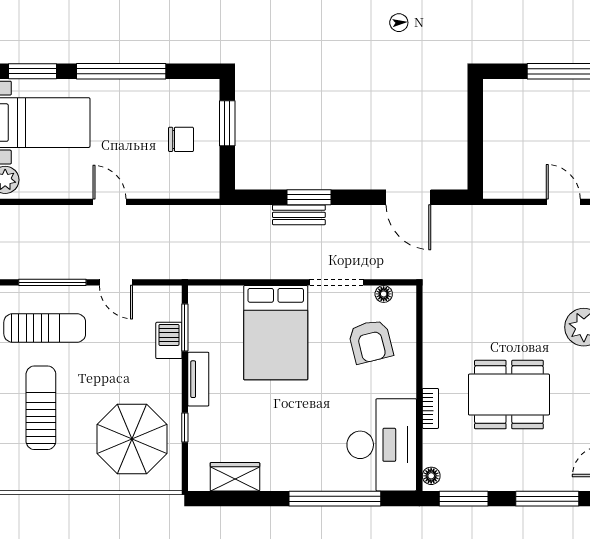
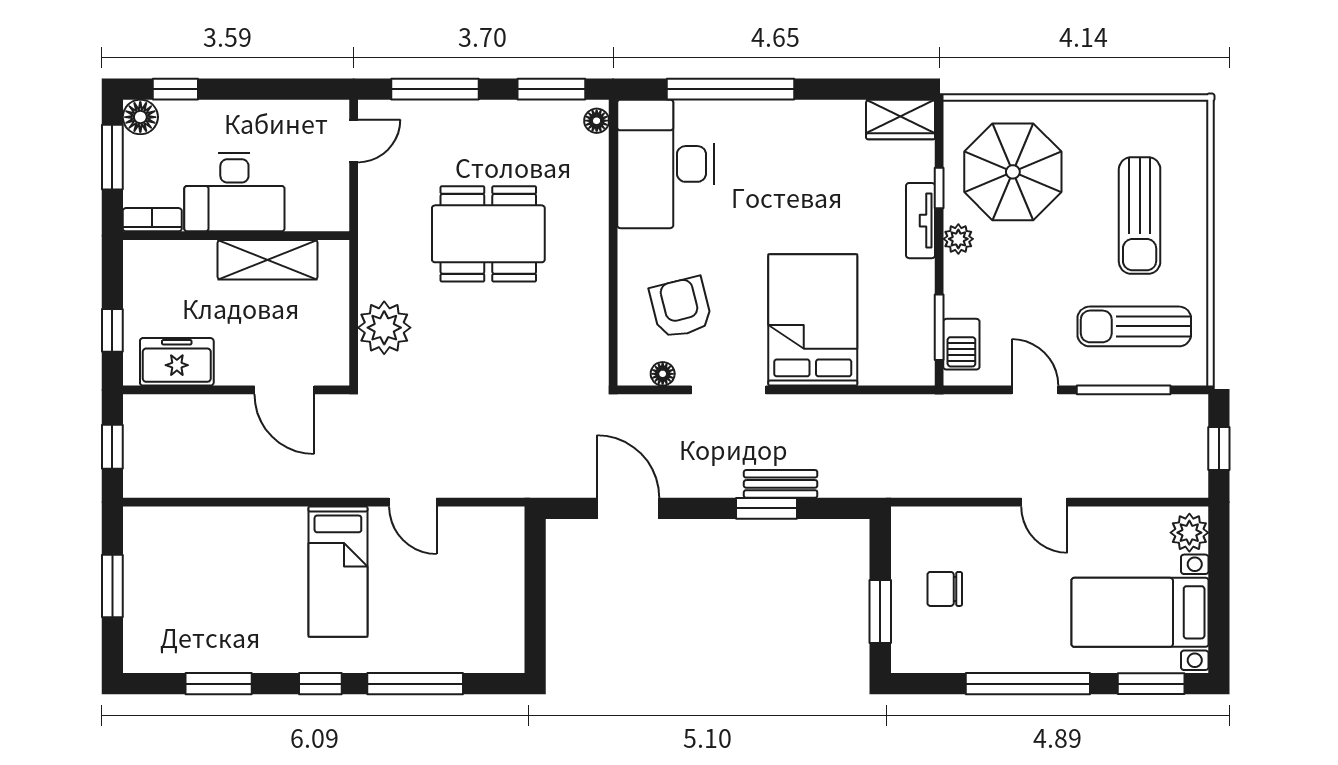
barbecue: (169, 340) -> (961, 344), moved
tv unit: (198, 379) -> (921, 221), moved
plant: (171, 391) -> (958, 239), added
bookcase: (430, 408) -> (598, 215), removed
wardrobe: (235, 477) -> (901, 120), moved

